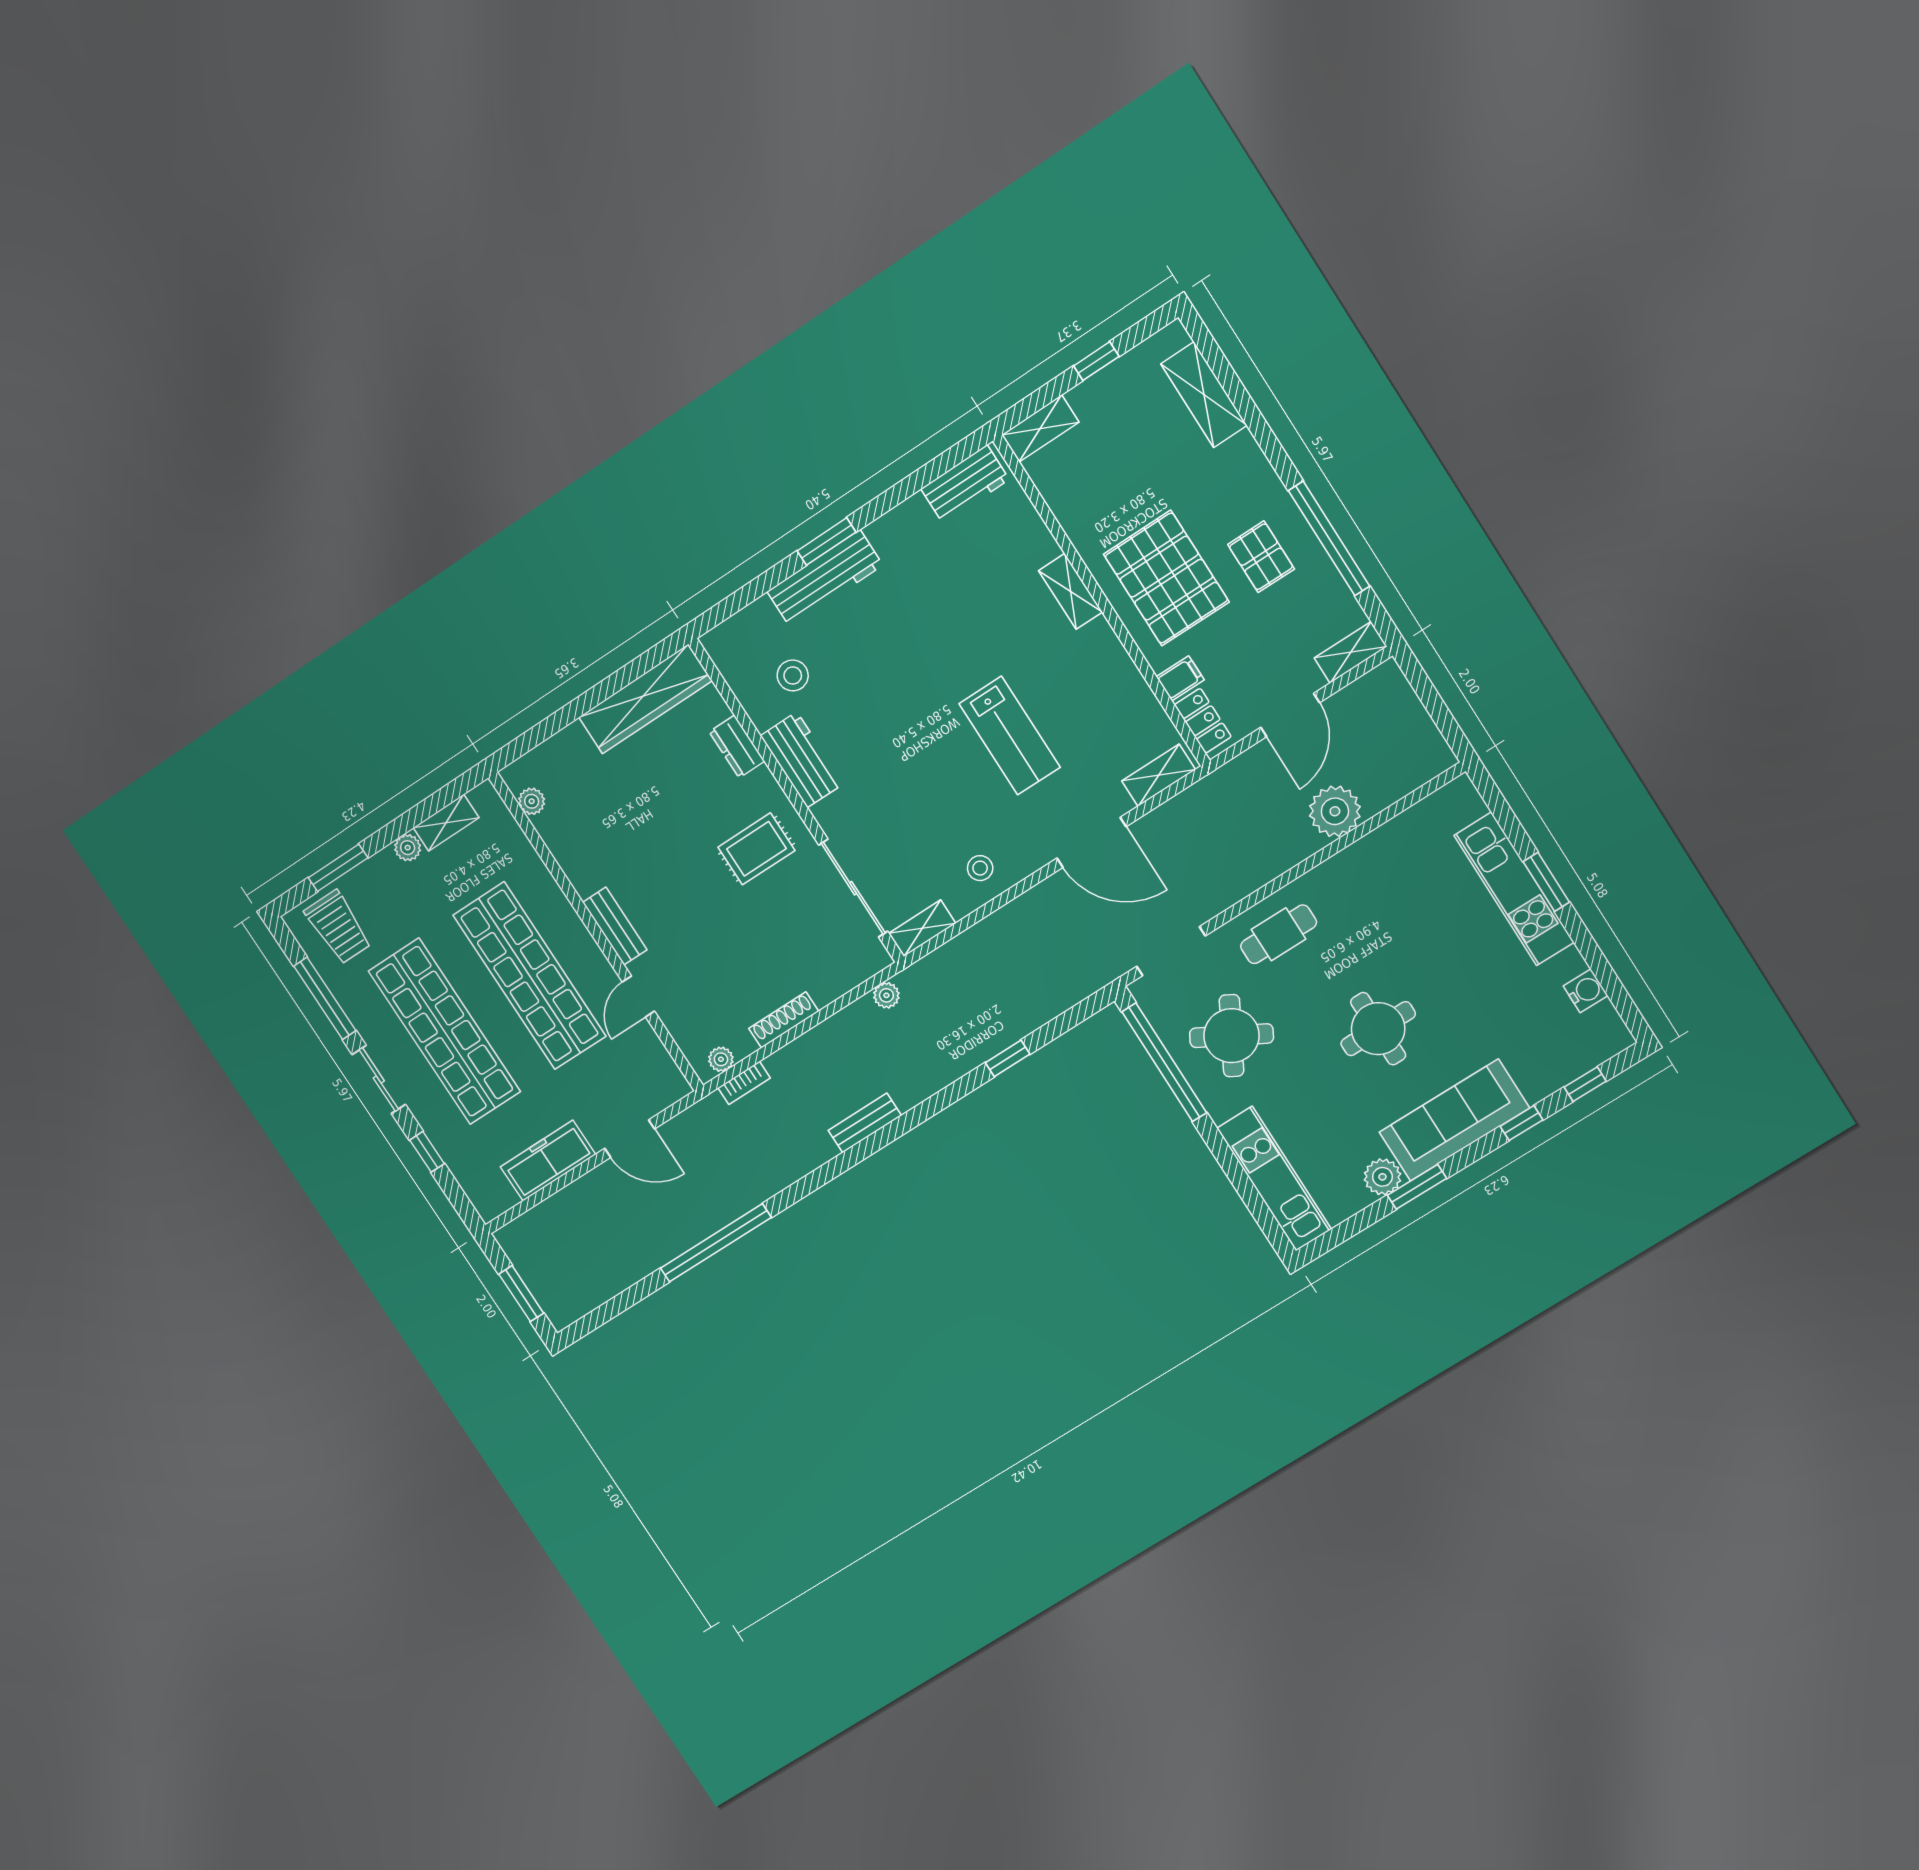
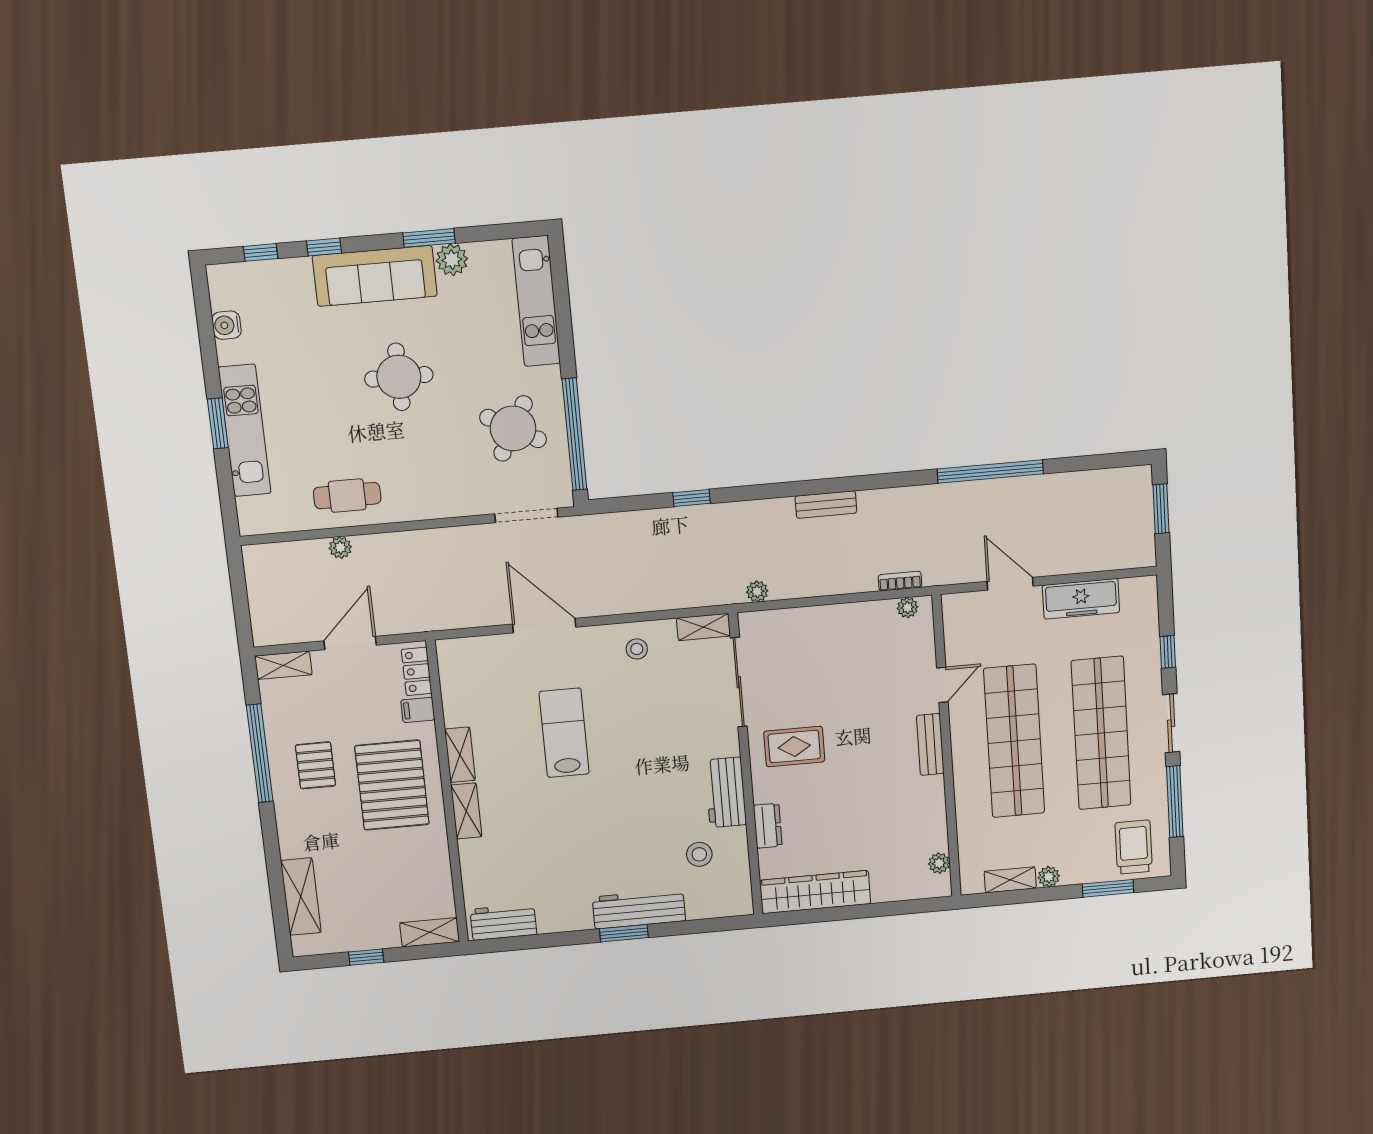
shelving: (1158, 775) -> (460, 755), moved, turned 90
plant: (1335, 811) -> (340, 548), width x0.53, depth x0.53
cafe table: (1279, 934) -> (347, 496), moved
shoe rack: (784, 1020) -> (844, 613), removed

